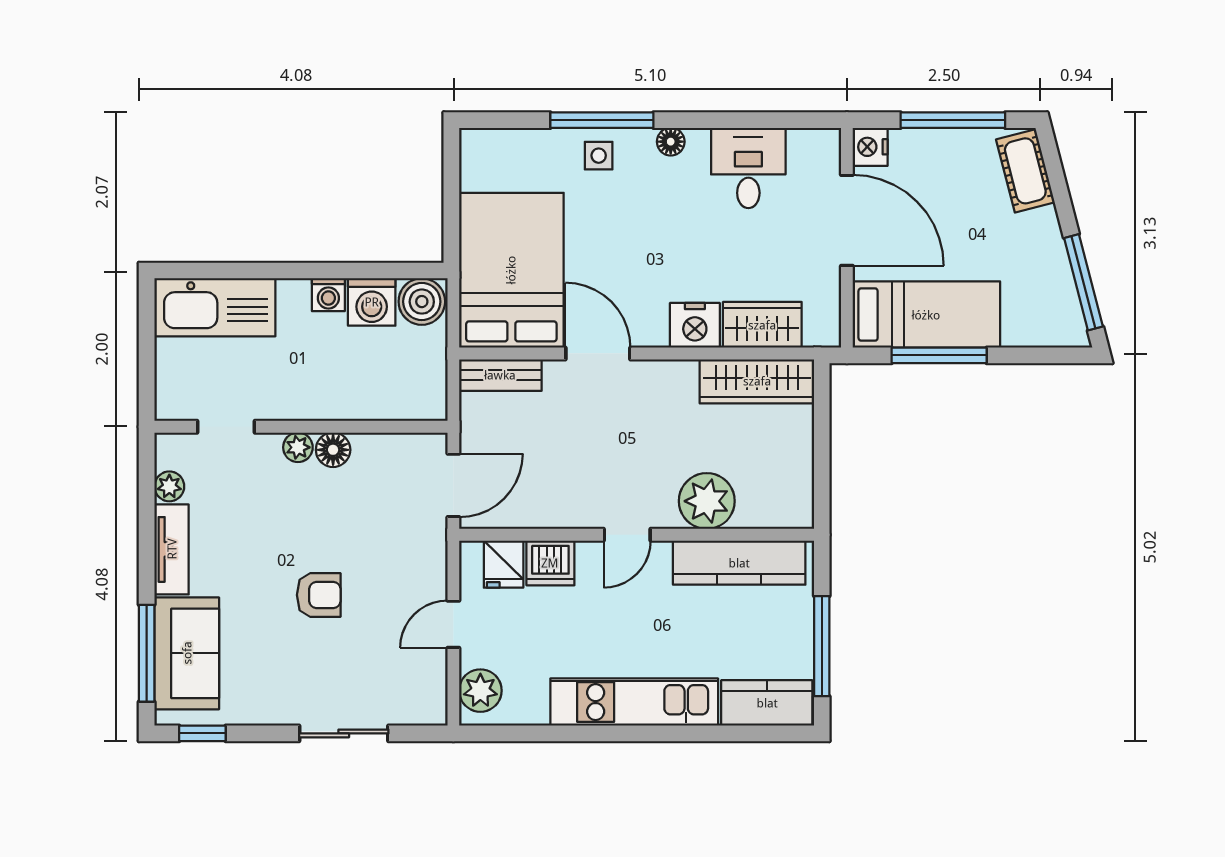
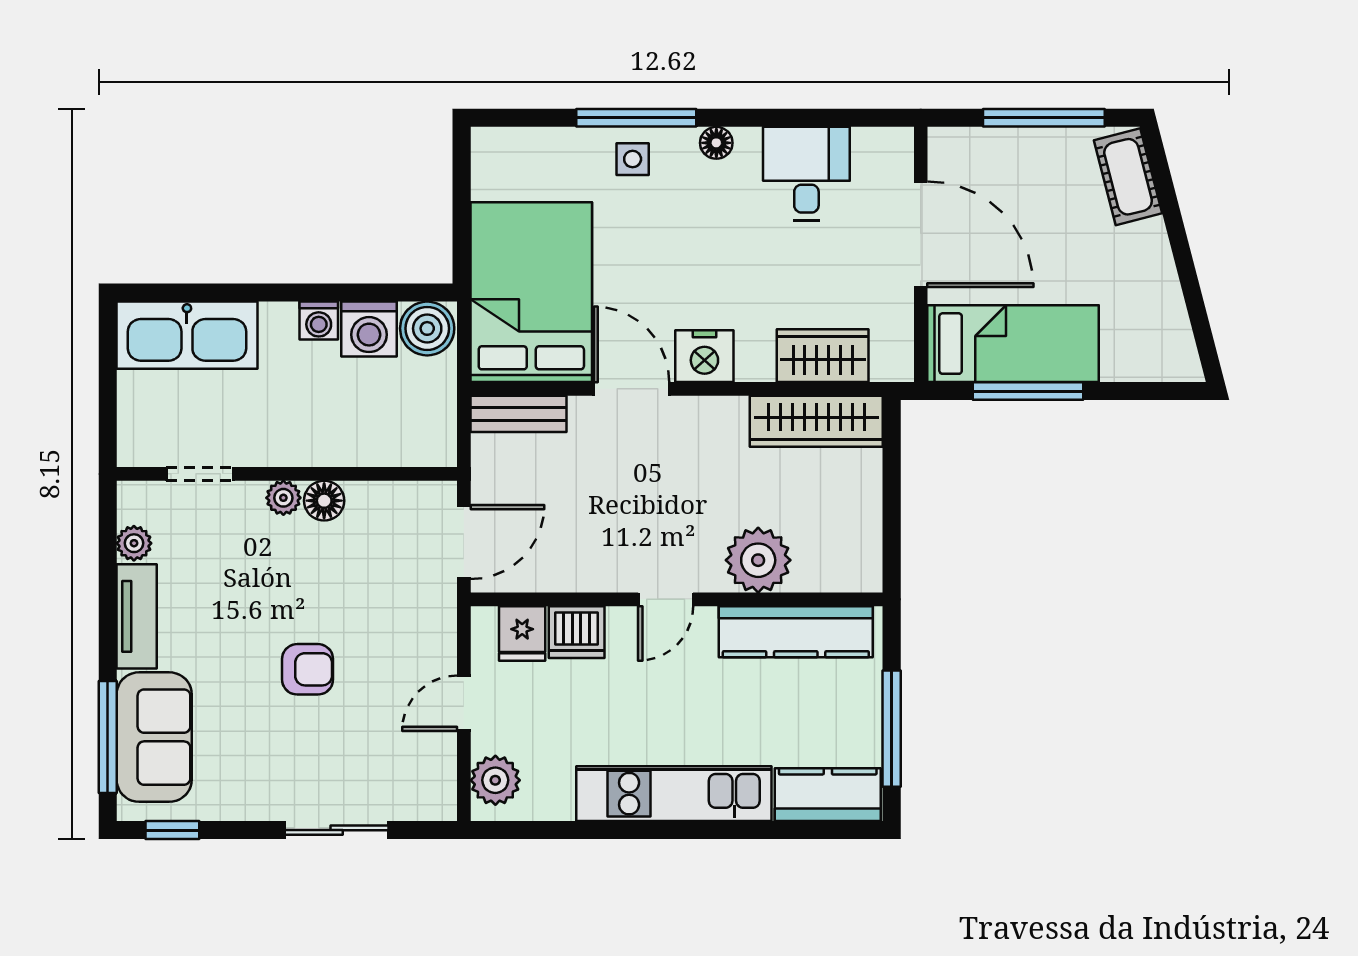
nightstand: (870, 147) -> (948, 149), removed
window: (1083, 282) -> (1196, 306), removed
nightstand: (695, 325) -> (704, 356), moved

